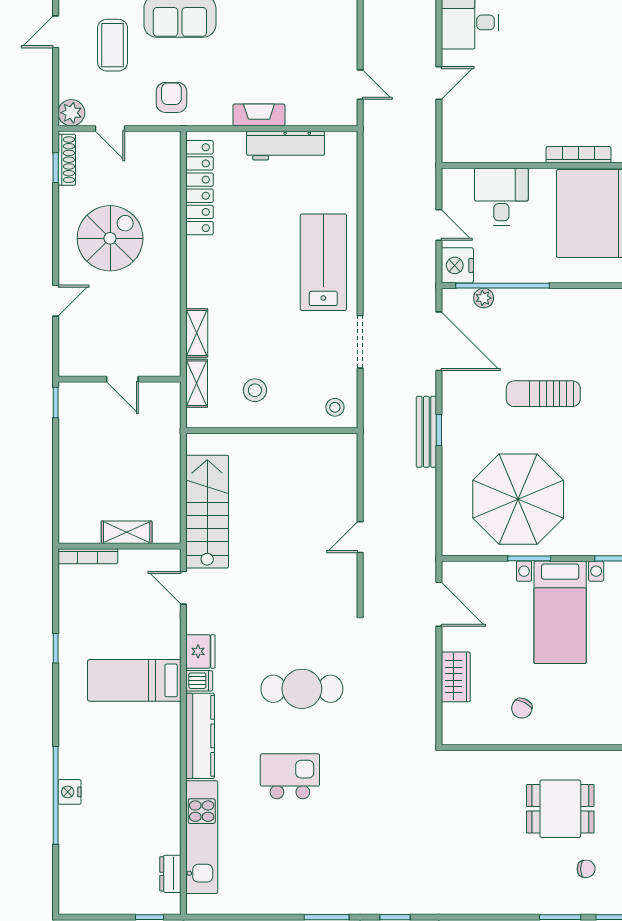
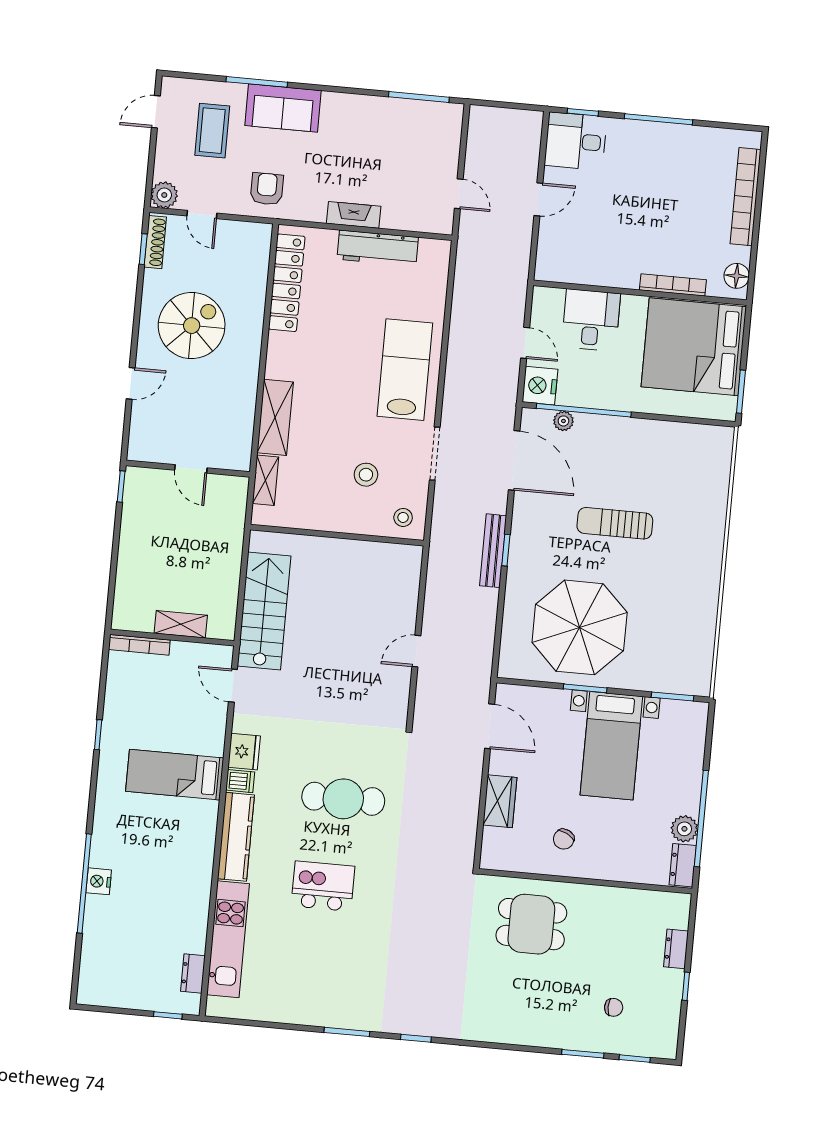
shelving: (197, 333) -> (275, 417), width x1.50, depth x1.33
stool: (255, 390) -> (366, 475), moved
dining table: (560, 809) -> (531, 924), moved

